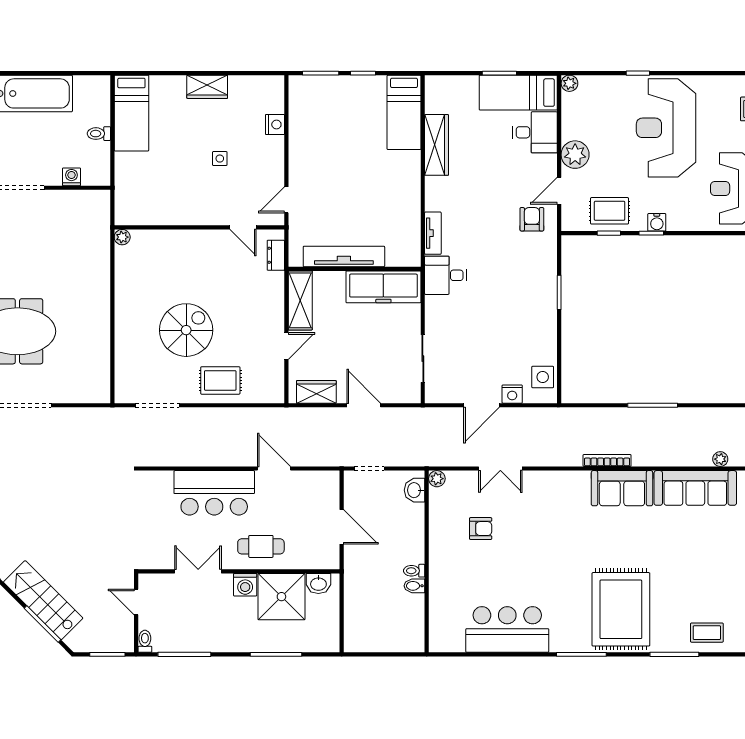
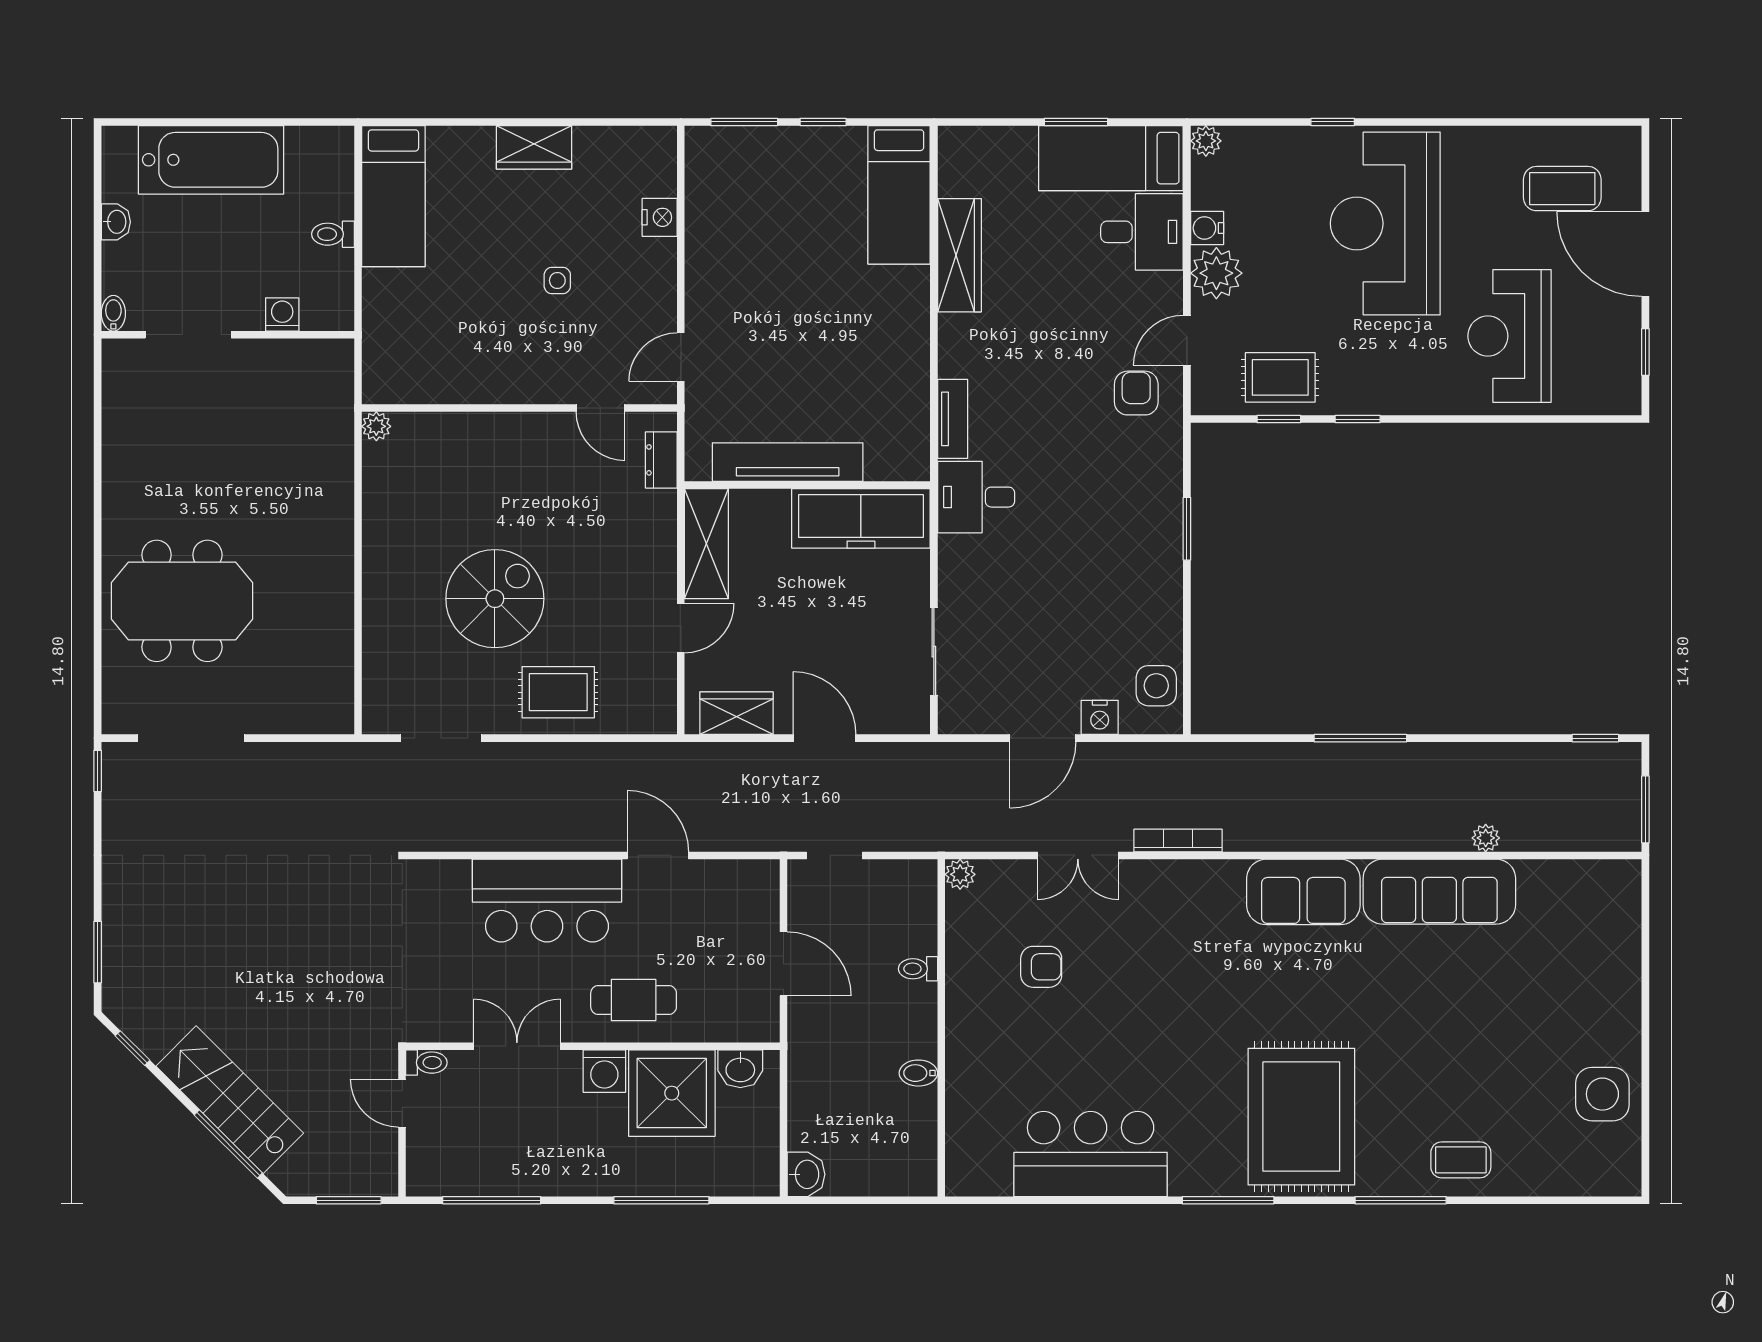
water cooler: (657, 222) -> (1207, 228), moved, turned 90
bookcase: (607, 460) -> (1178, 840), moved
washbasin: (415, 490) -> (806, 1174), moved, turned 180
toilet: (414, 571) -> (918, 969), moved
toilet: (145, 641) -> (426, 1063), moved, turned 90

